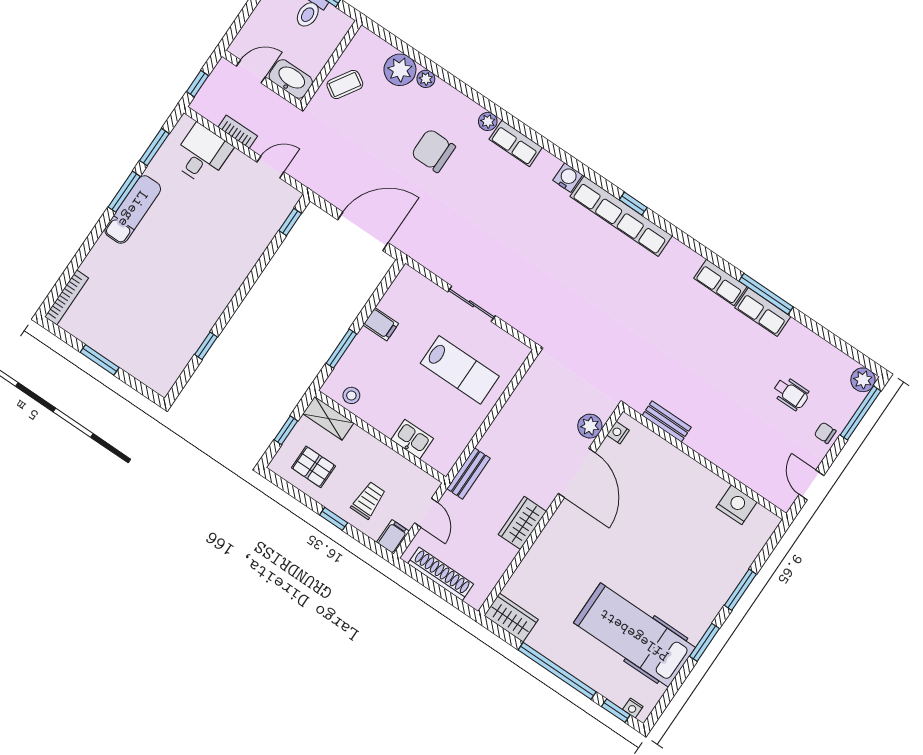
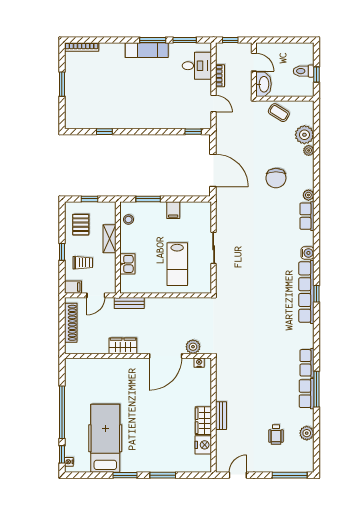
chair: (433, 151) -> (276, 178), turned 180
plant: (863, 380) -> (307, 433), moved
shelving: (328, 418) -> (110, 239), moved
bench: (667, 421) -> (221, 416), moved
chair: (825, 433) -> (268, 464), removed
wardrobe: (511, 617) -> (203, 421), moved, turned 180

